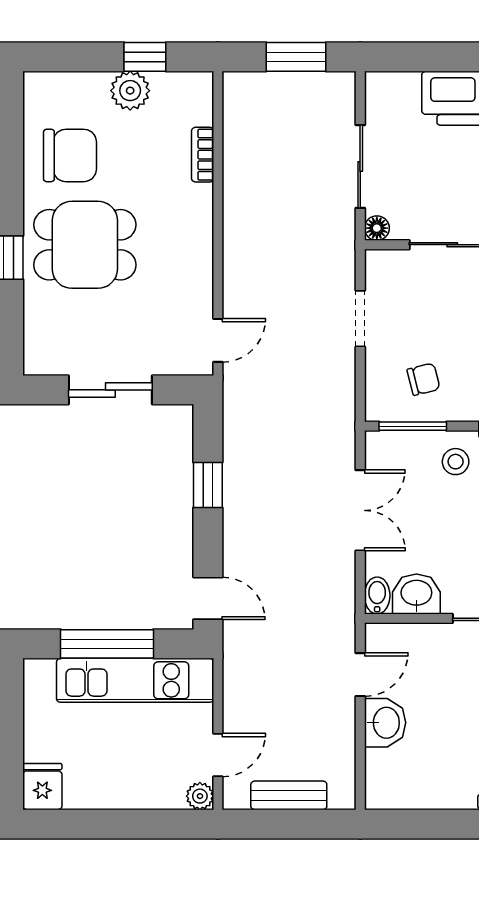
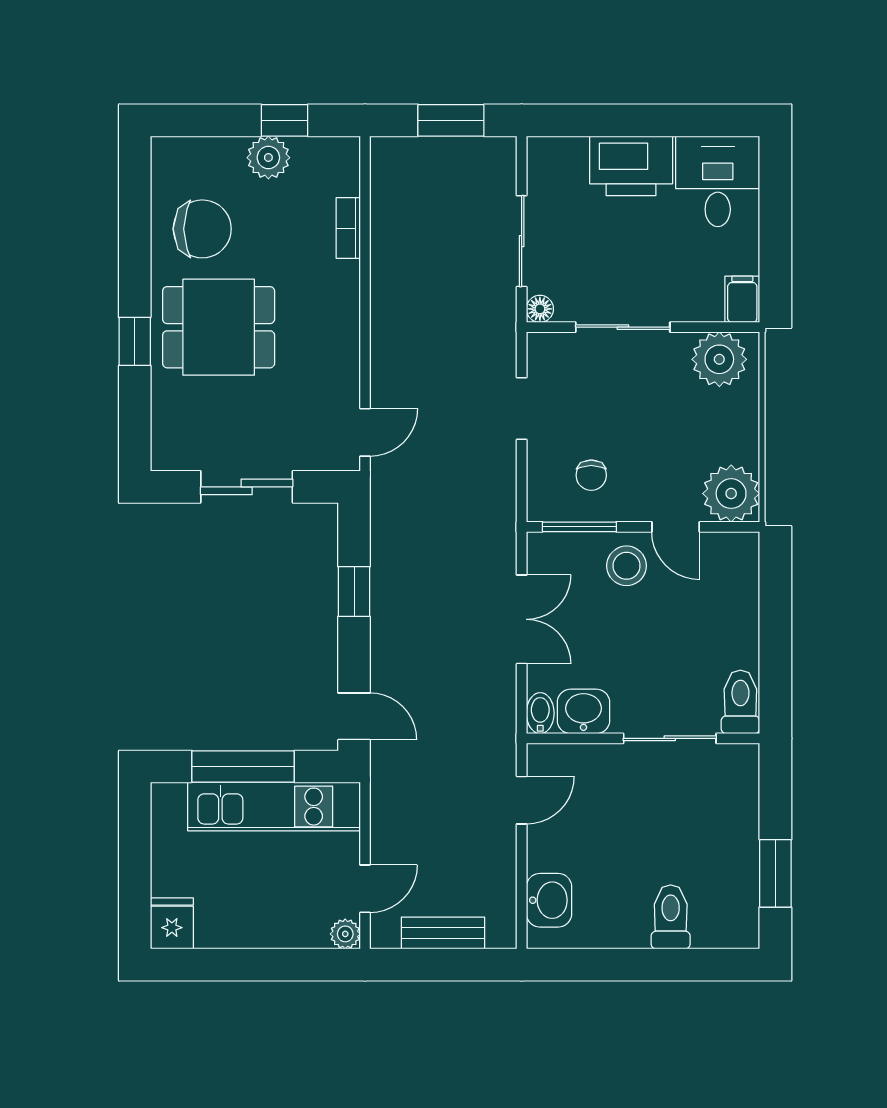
chair: (423, 379) -> (591, 475), turned 104
stool: (456, 462) -> (627, 566), width x1.37, depth x1.37
washbasin: (385, 723) -> (549, 900), moved

